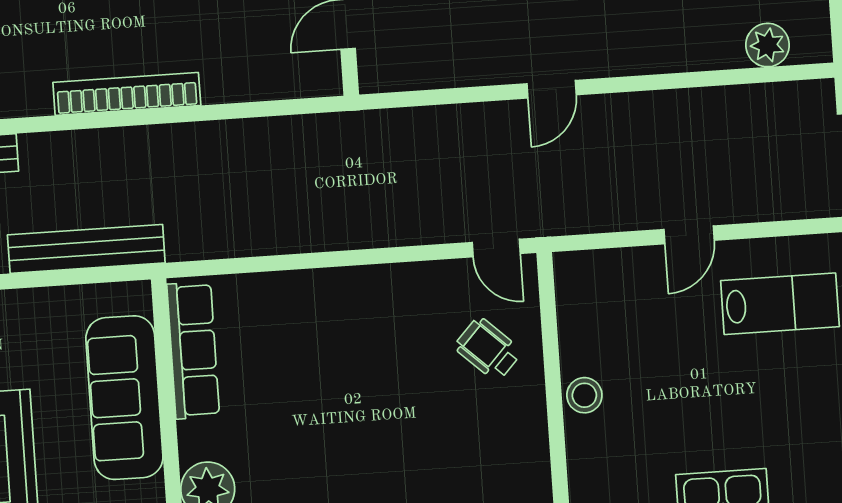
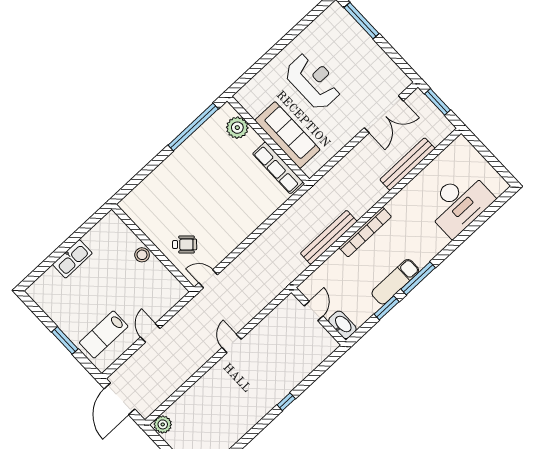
plant: (767, 45) -> (163, 424), moved
bench: (86, 249) -> (329, 237), moved

